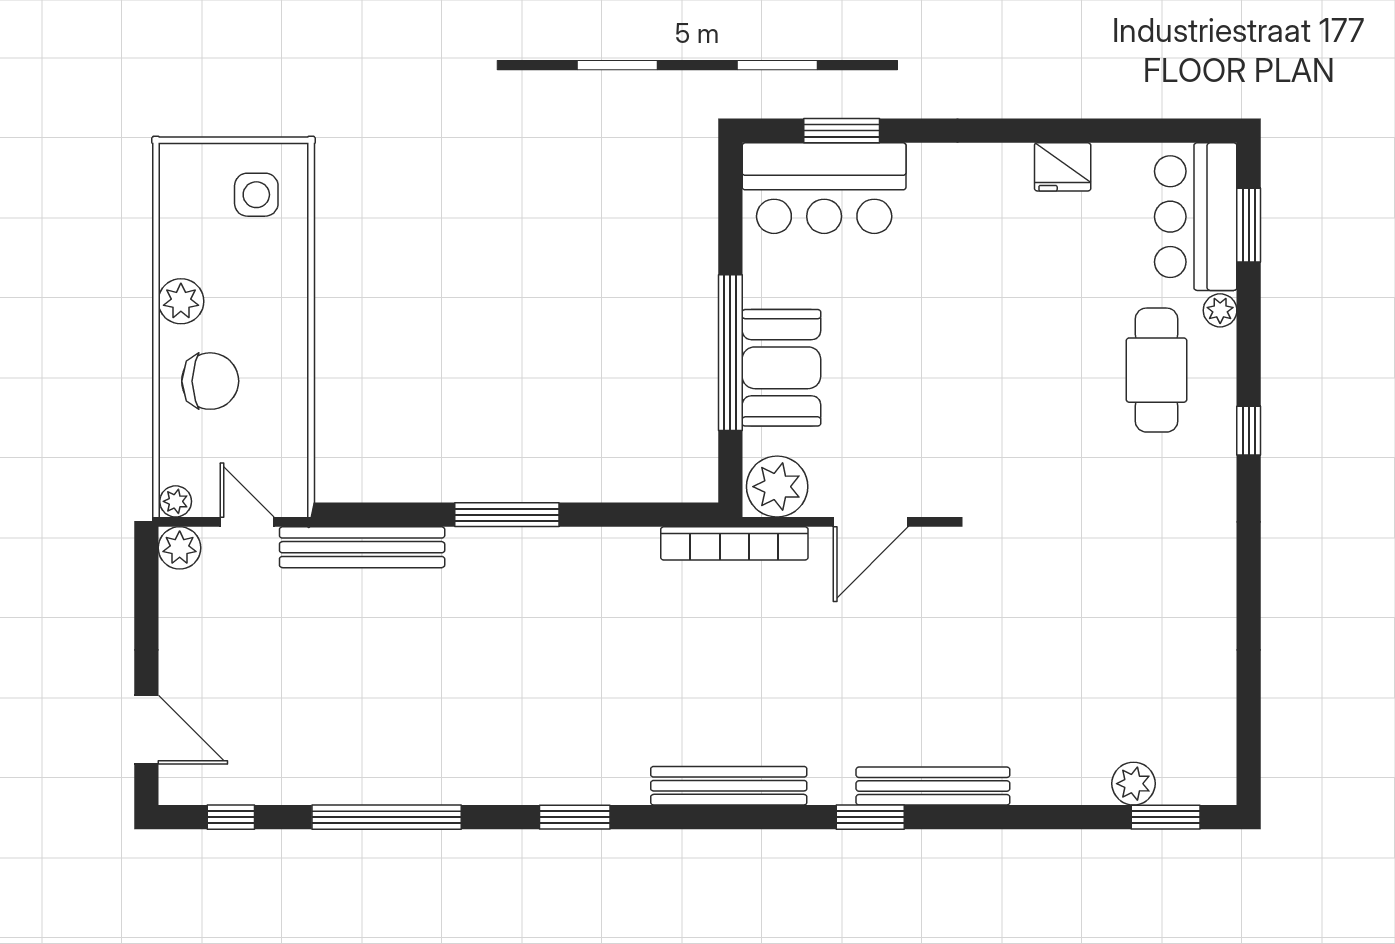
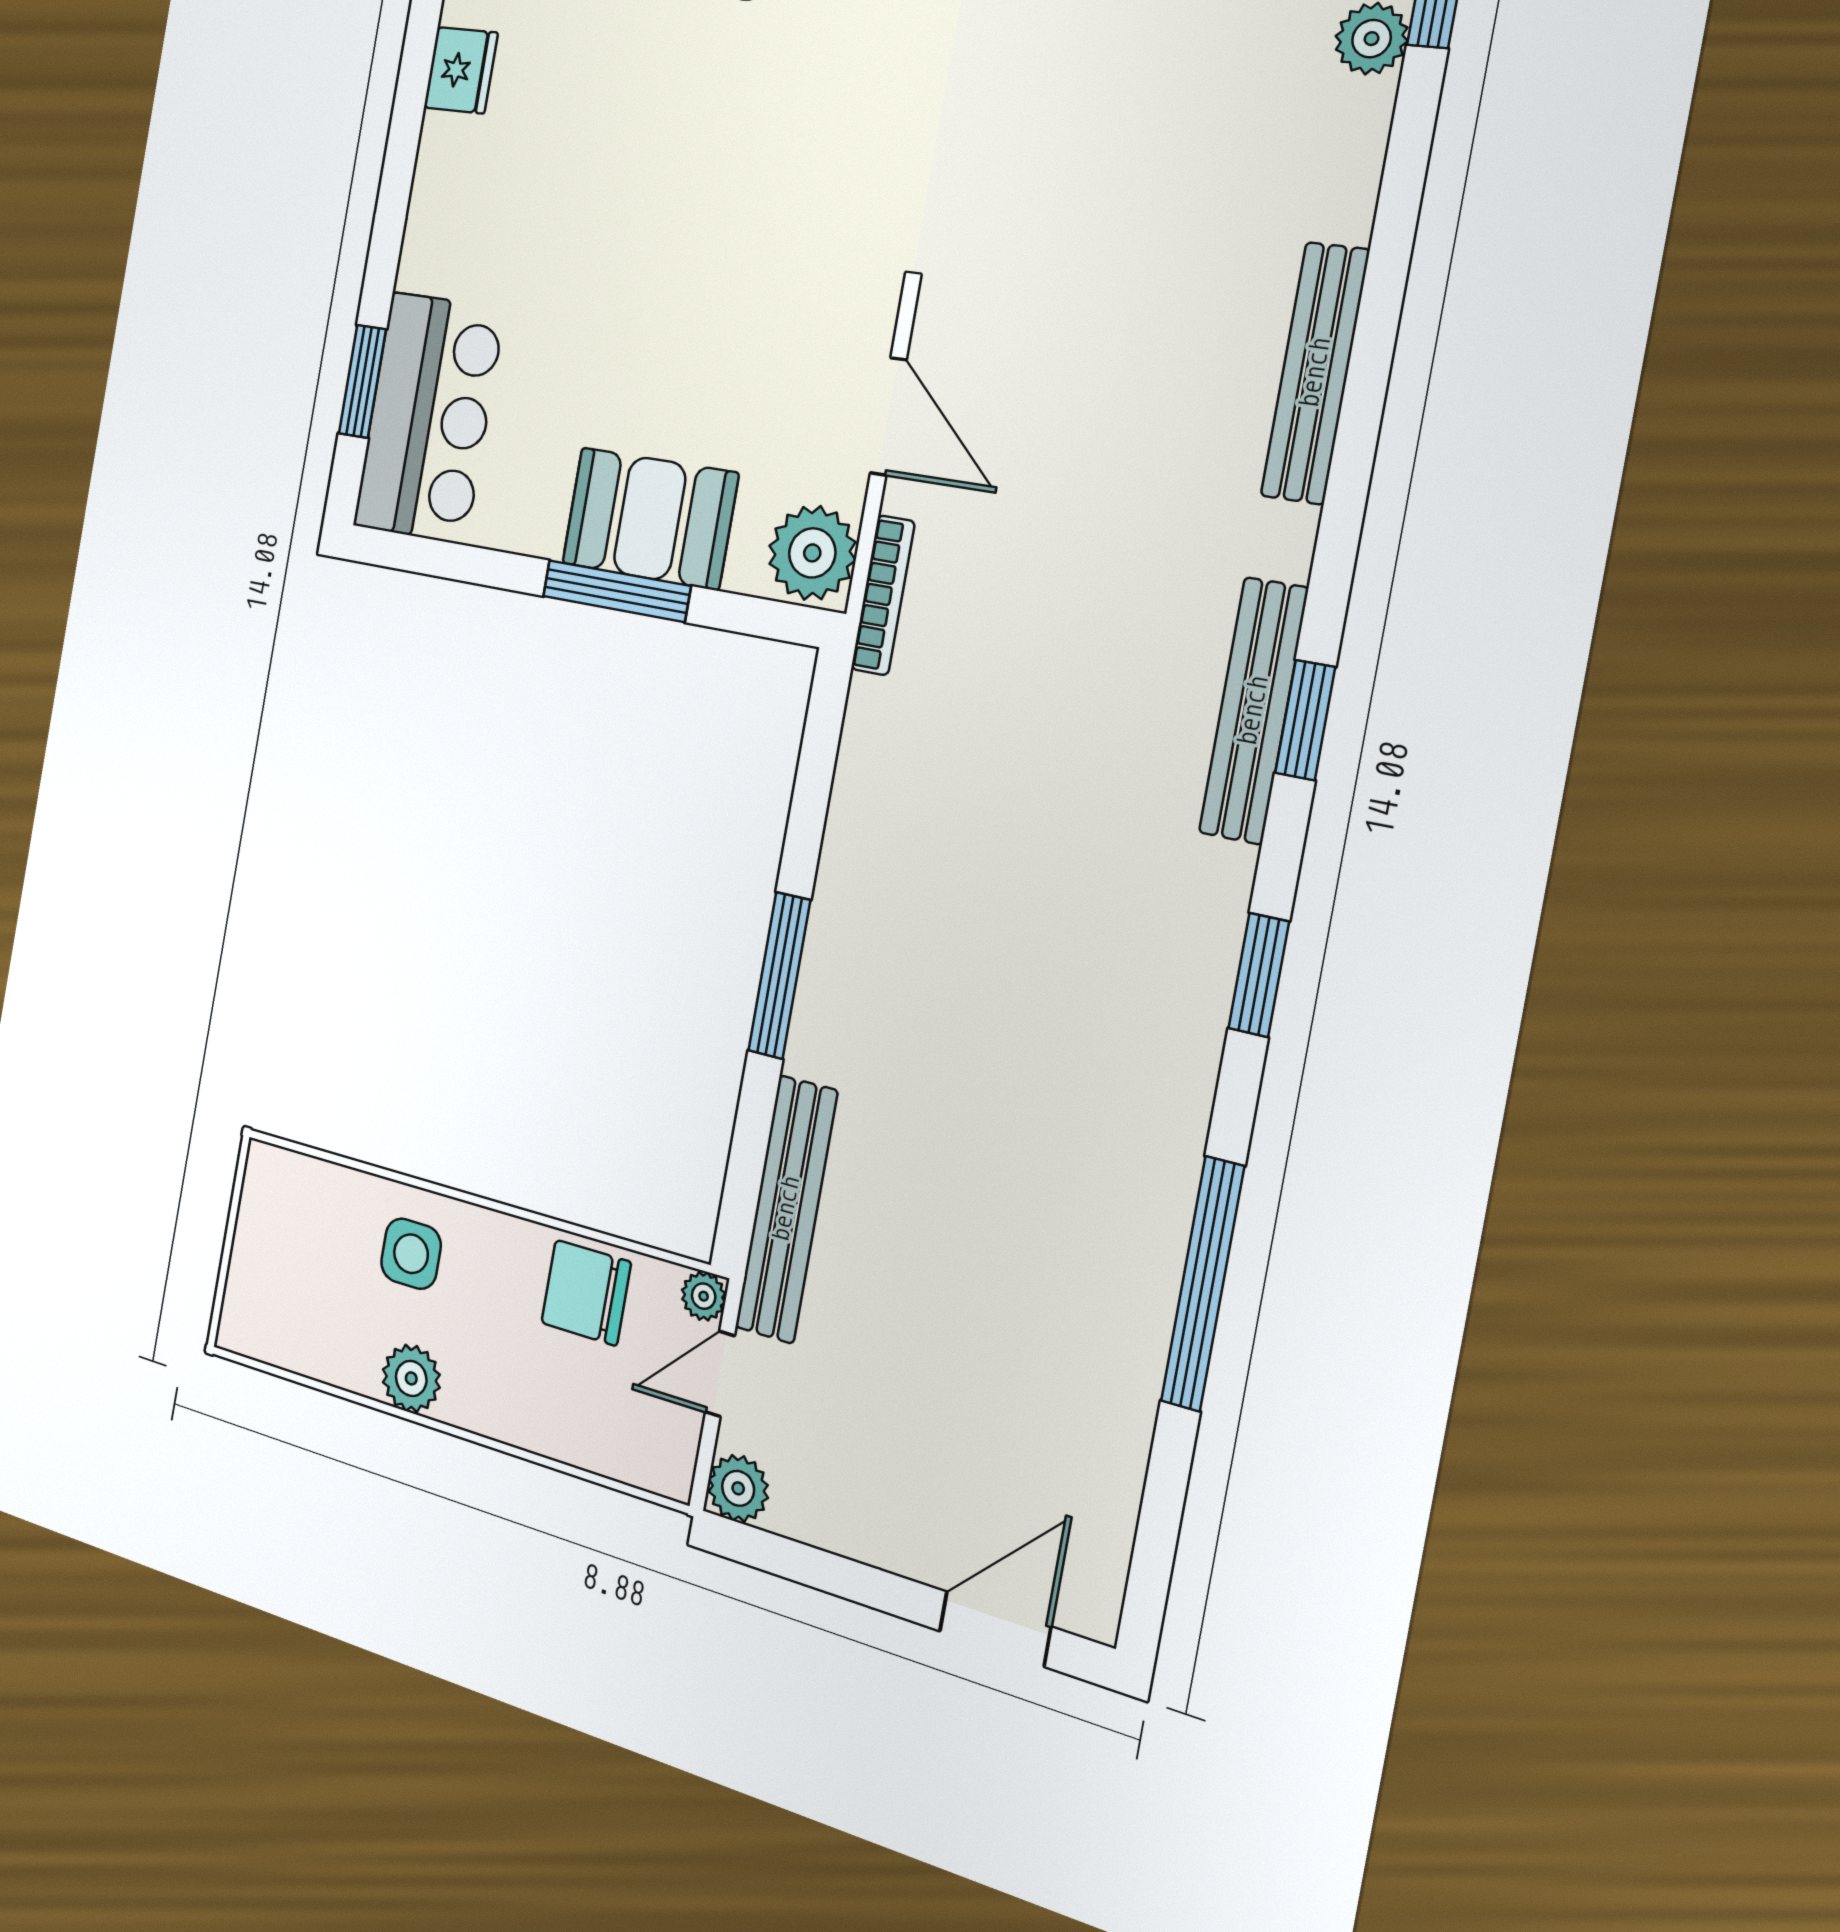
side table: (256, 195) -> (411, 1254), moved
window: (730, 353) -> (616, 591), width x0.68
chair: (210, 381) -> (586, 1293), moved, turned -90
plant: (176, 501) -> (704, 1296), moved
bookcase: (734, 543) -> (883, 595), width x0.68, depth x0.76
window: (231, 817) -> (1156, 1538), removed
window: (870, 817) -> (1305, 720), moved

